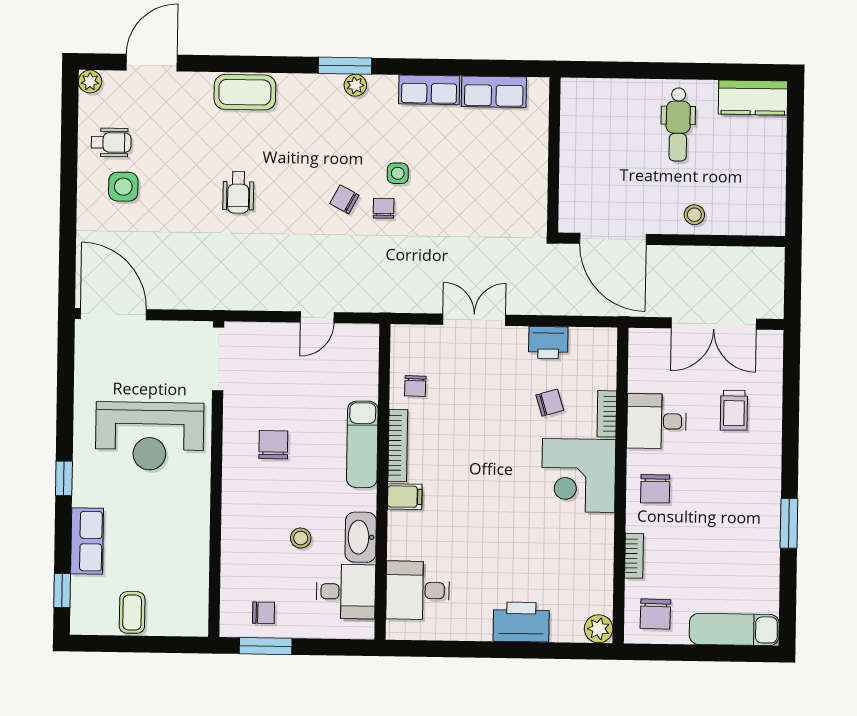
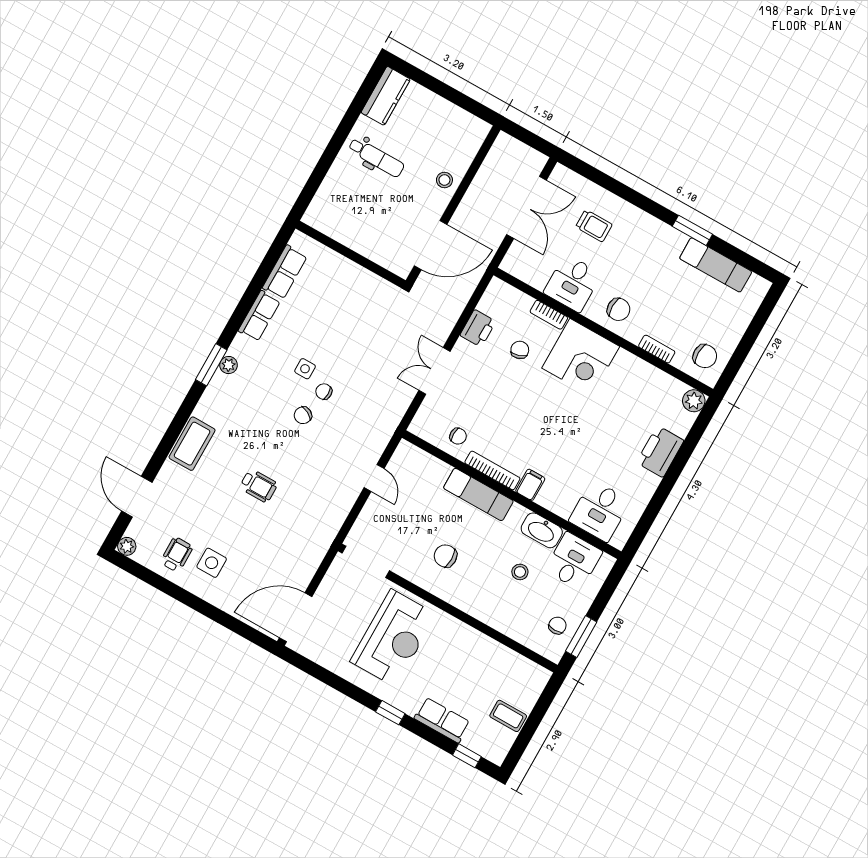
exam couch: (734, 629) -> (716, 265), moved, turned -90

